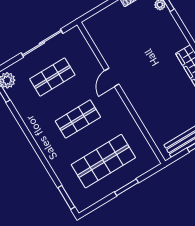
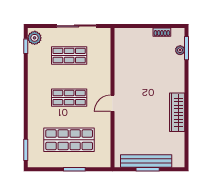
door: (112, 77) -> (112, 103), moved

